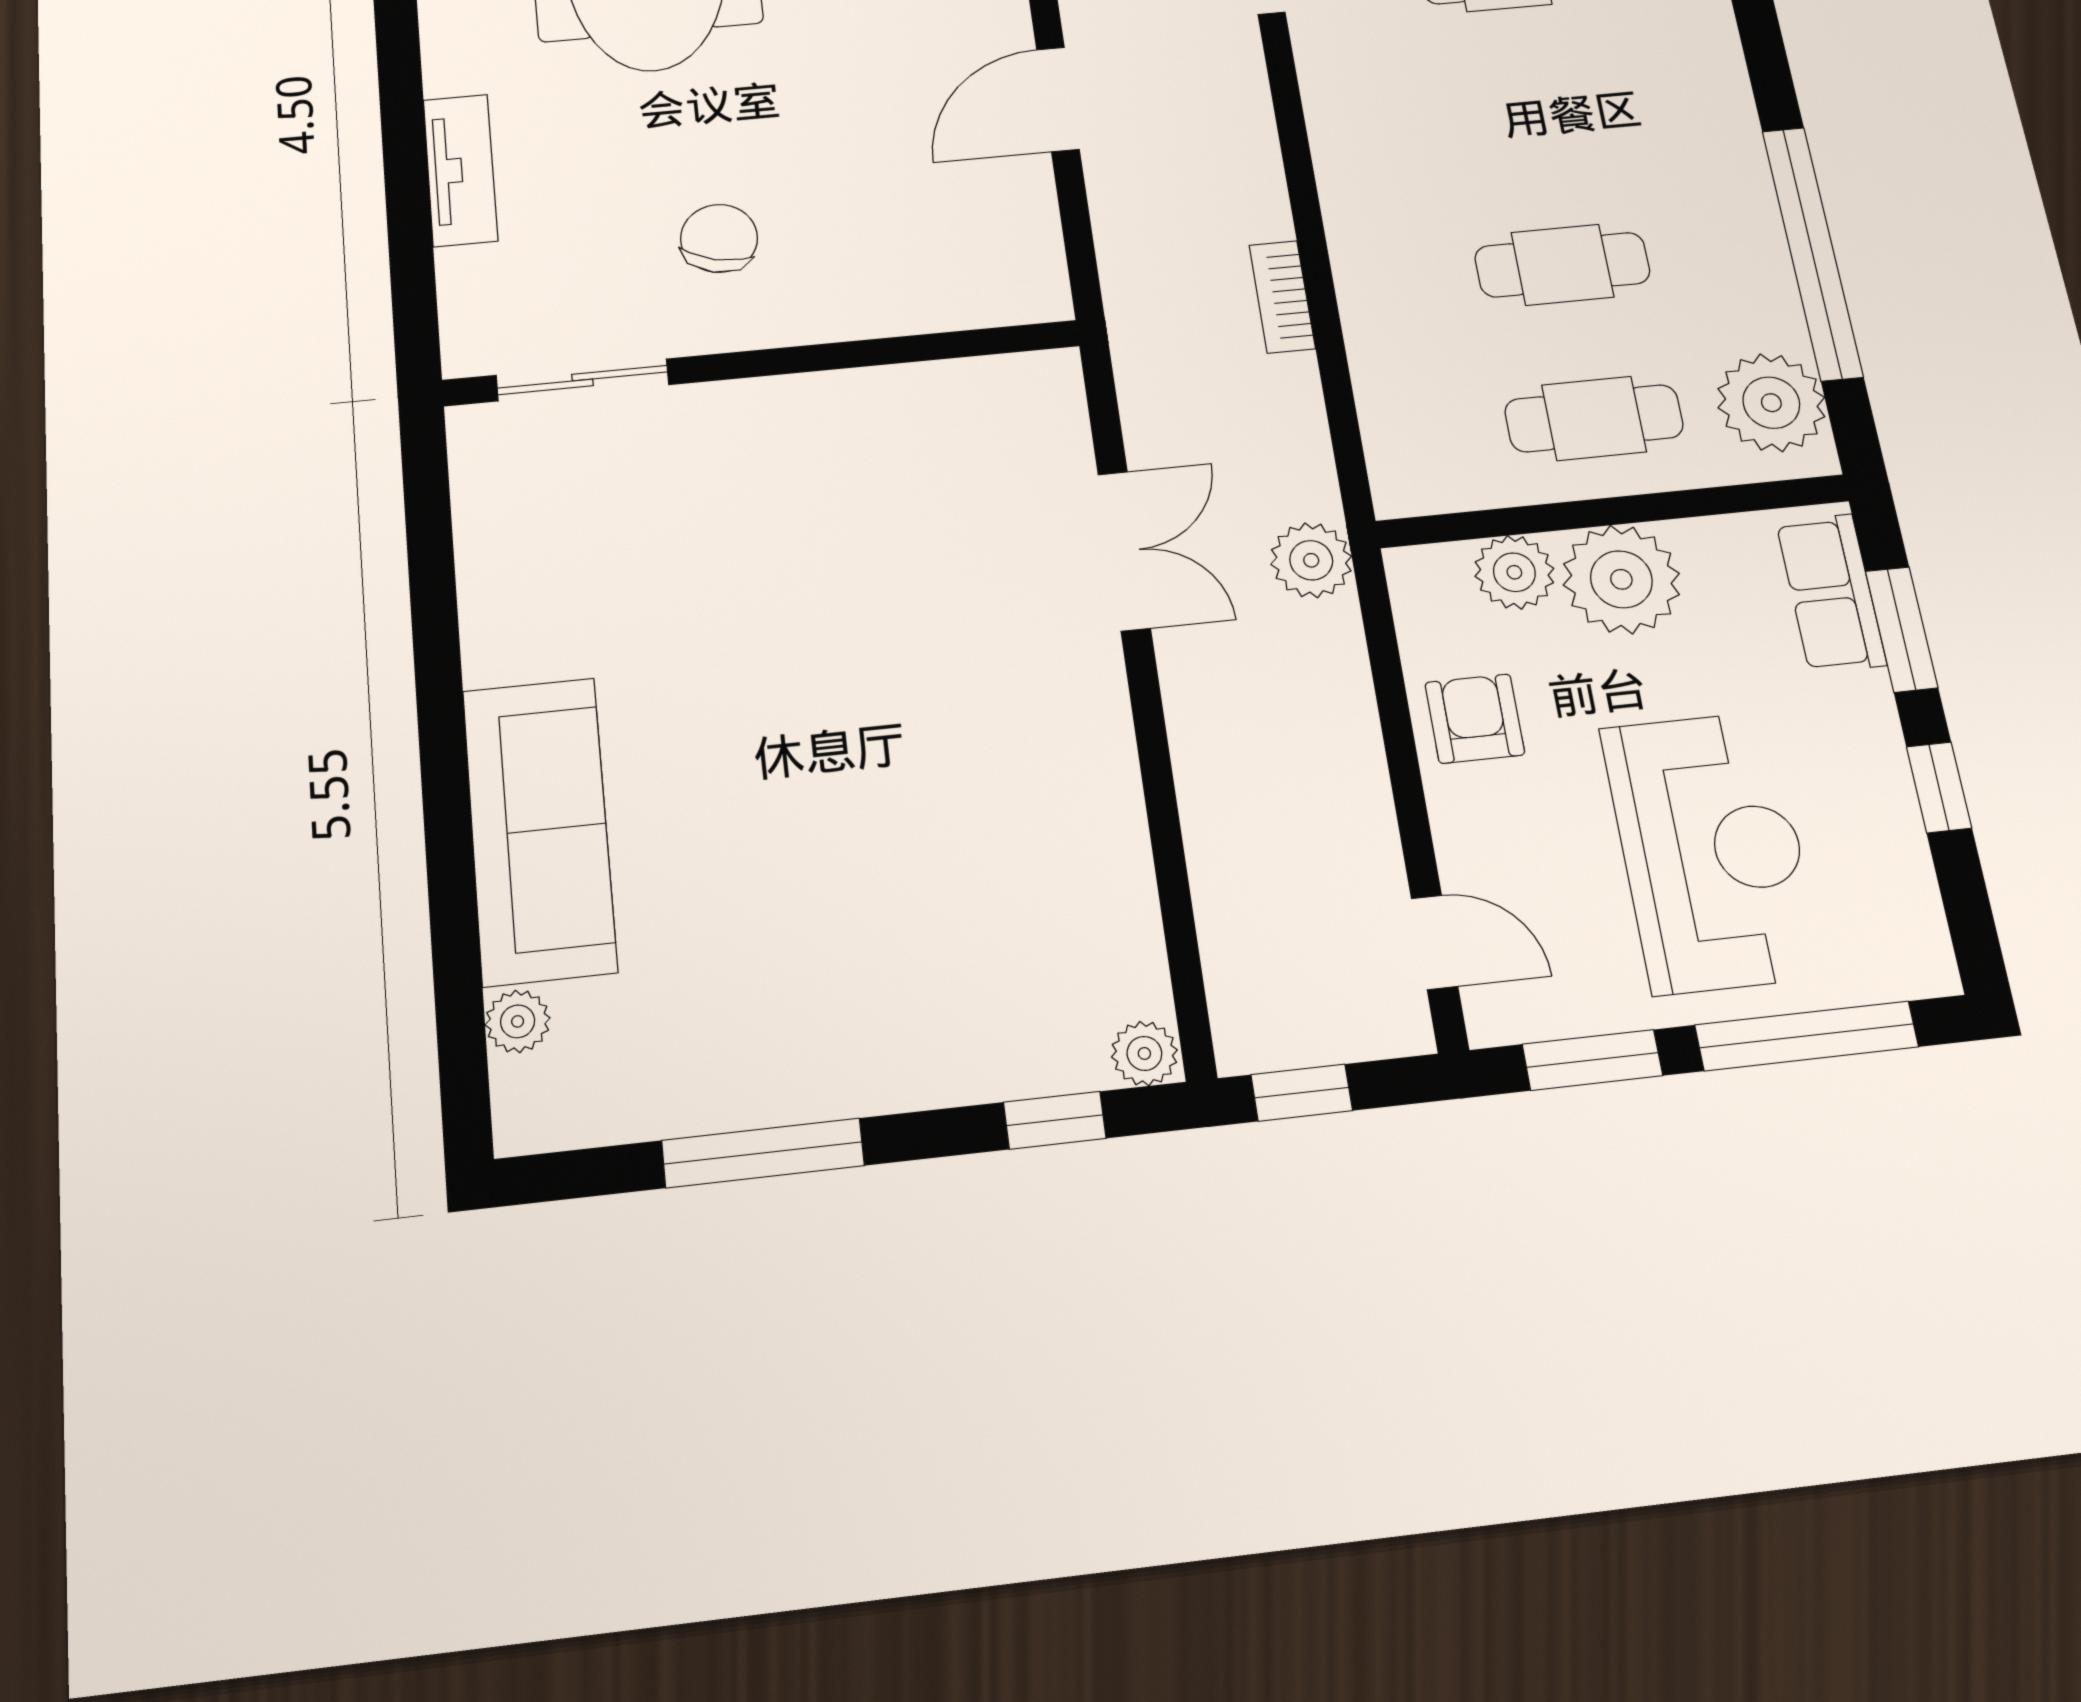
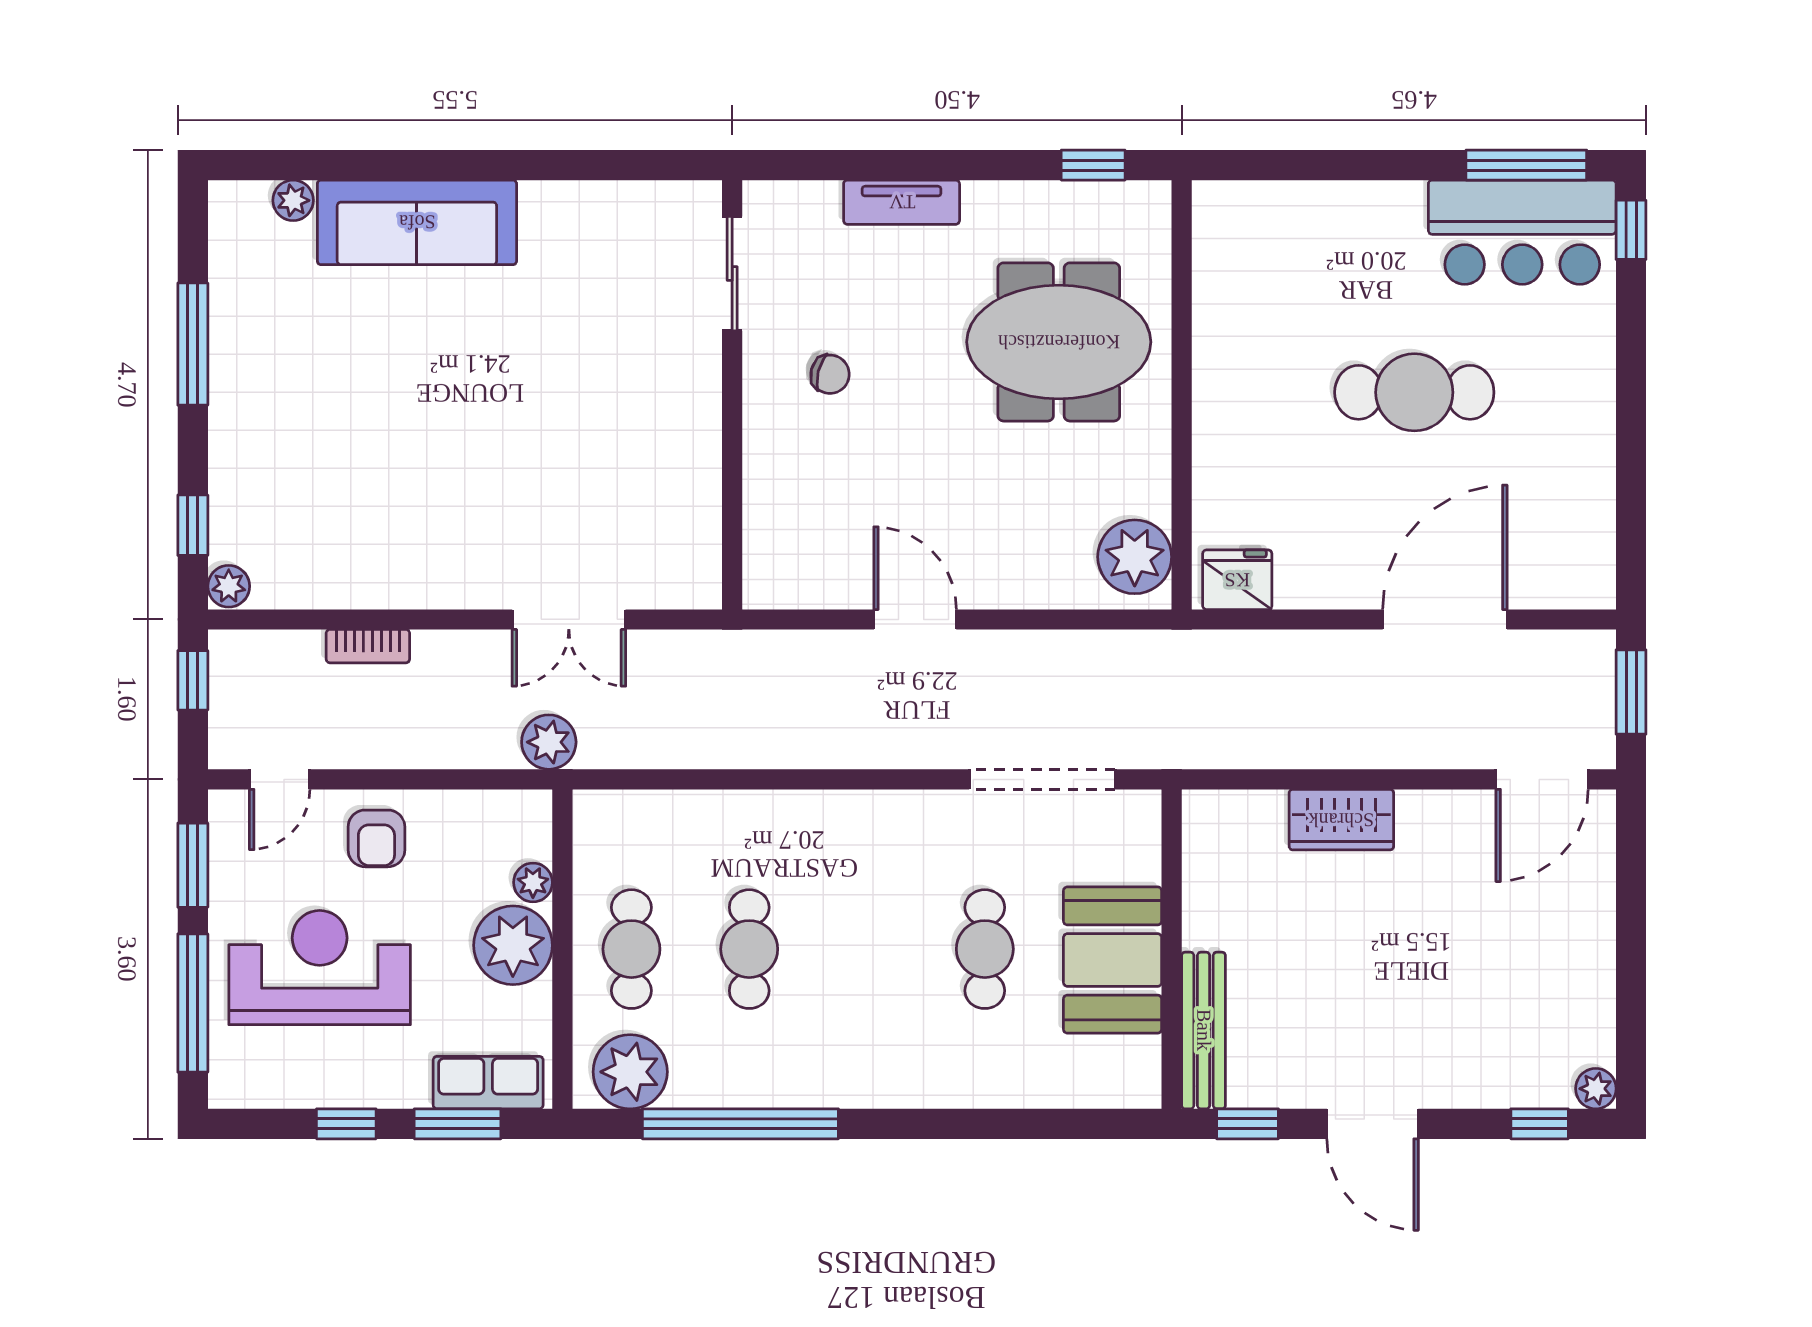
chair: (719, 238) -> (830, 374), width x0.73, depth x0.73
bookcase: (1282, 297) -> (368, 646), moved, turned 180
plant: (1514, 572) -> (533, 882), width x0.73, depth x0.73
armchair: (1475, 719) -> (376, 838), moved, turned 90
reception desk: (1712, 851) -> (320, 968), turned 180

